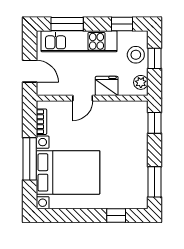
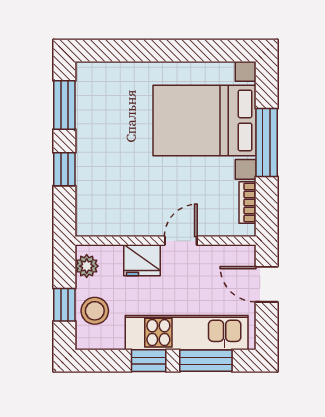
window: (122, 24) -> (149, 361), moved
window: (155, 123) -> (64, 169), moved
window: (116, 216) -> (127, 51), removed

